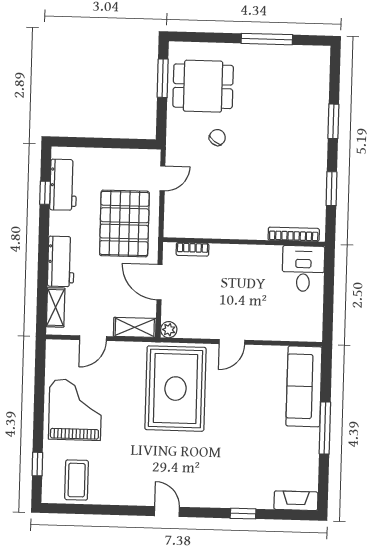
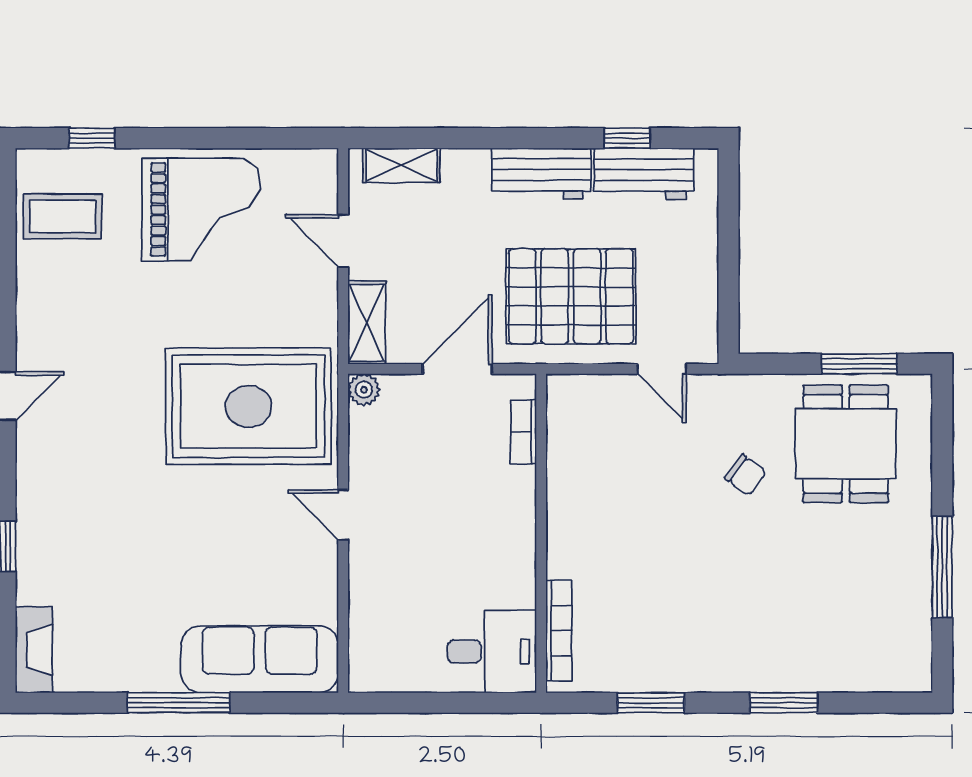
workbench: (61, 261) -> (541, 174), moved

